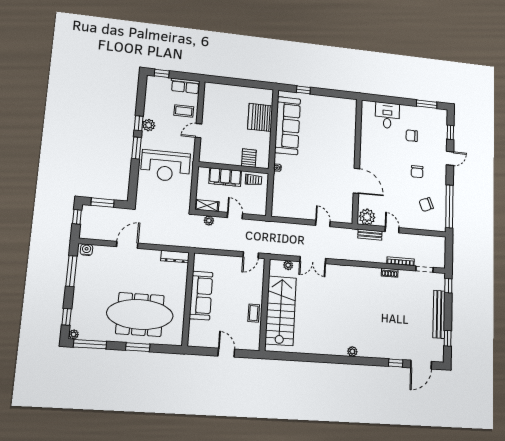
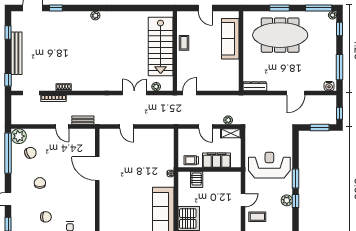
plant: (367, 217) -> (19, 136), moved
sofa: (201, 295) -> (230, 39), moved

